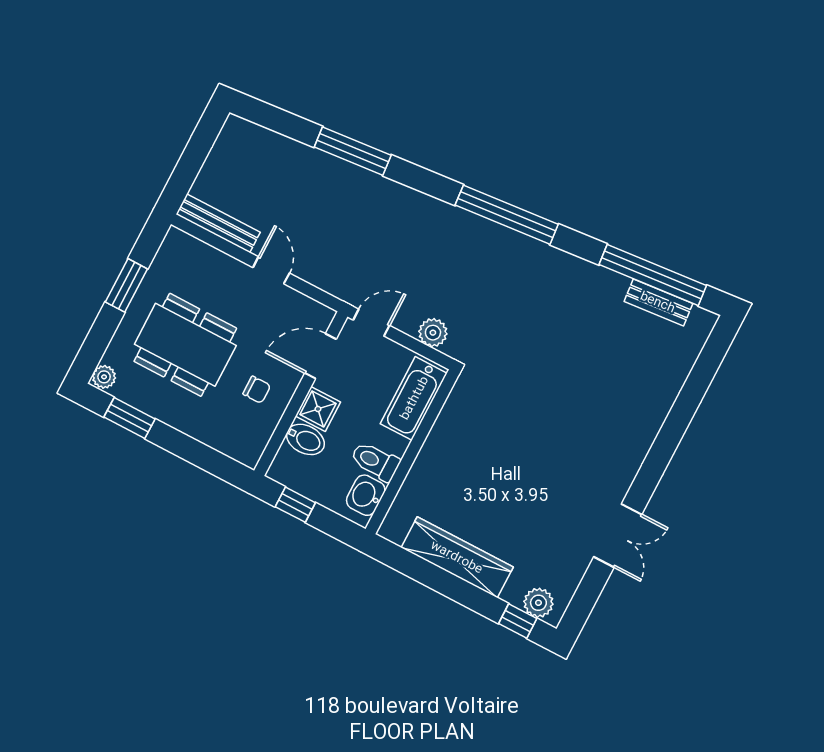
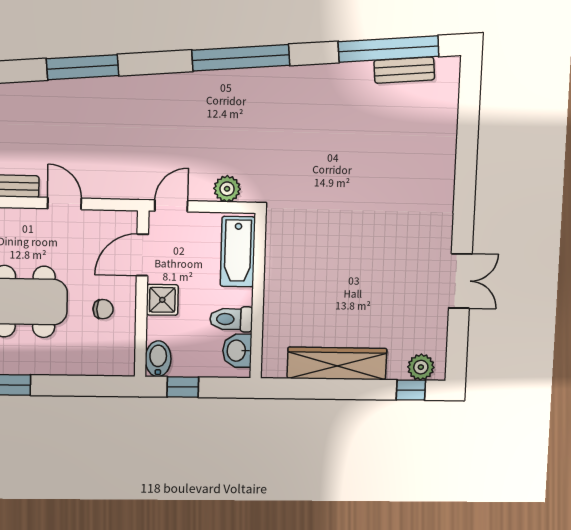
bidet: (305, 439) -> (158, 359), moved, turned -90

